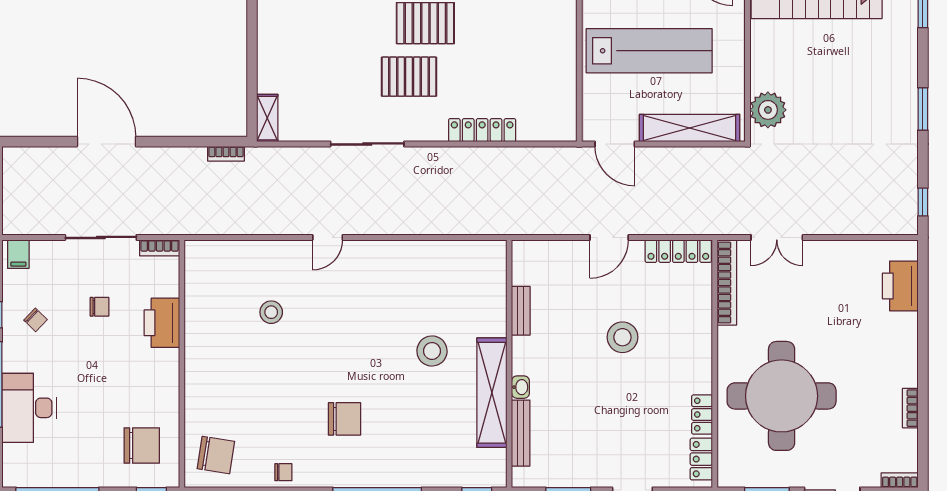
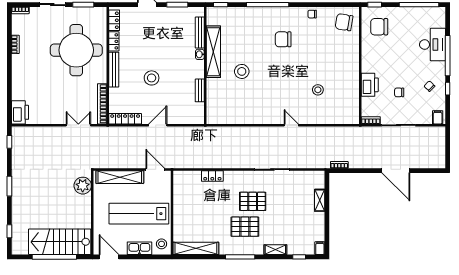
shelving: (267, 118) -> (320, 200), moved
locker: (482, 130) -> (212, 176), width x0.66
door: (328, 237) -> (291, 125), hinge flipped
printer: (900, 286) -> (20, 112), moved
bench: (702, 355) -> (114, 70), added

